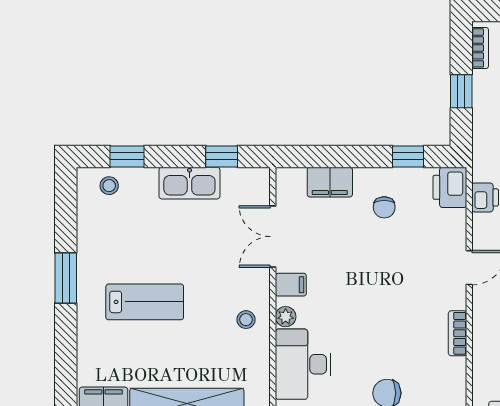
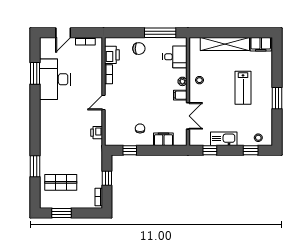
printer: (450, 187) -> (112, 55), moved
lab bench: (145, 302) -> (243, 88), turned -90
desk: (303, 364) -> (175, 57), width x0.73

